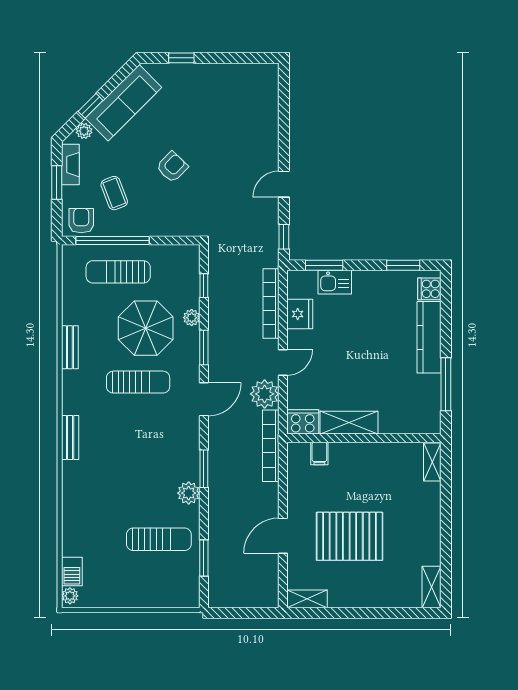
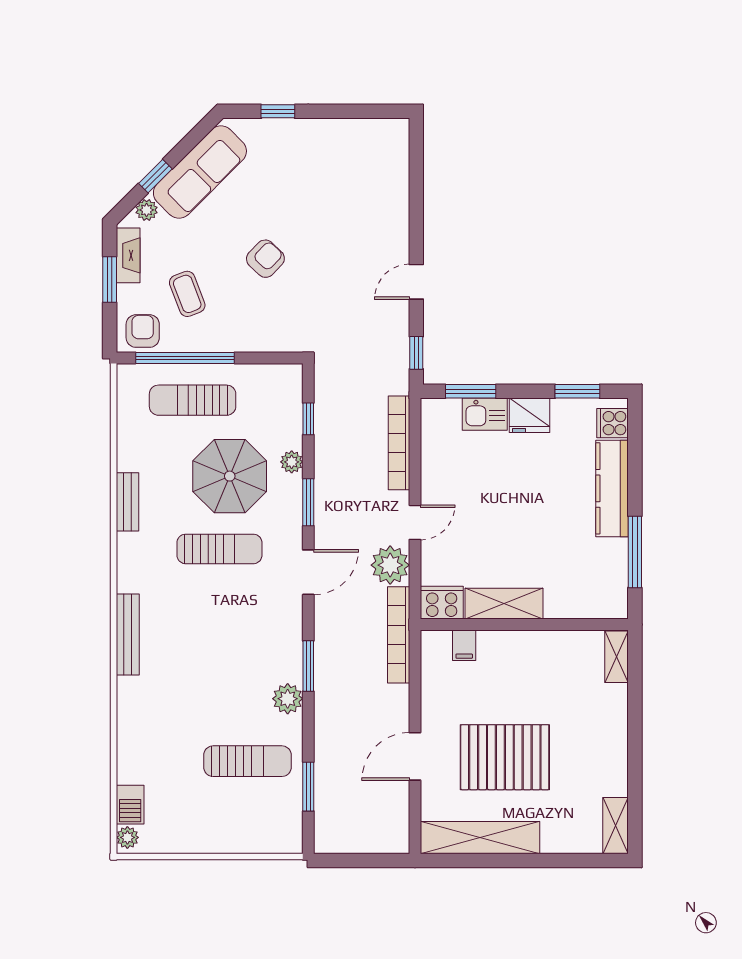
fridge: (300, 314) -> (529, 415), moved, turned 90
bench: (70, 437) -> (128, 635), width x1.36
shelving: (307, 599) -> (480, 838), width x2.20, depth x1.33

